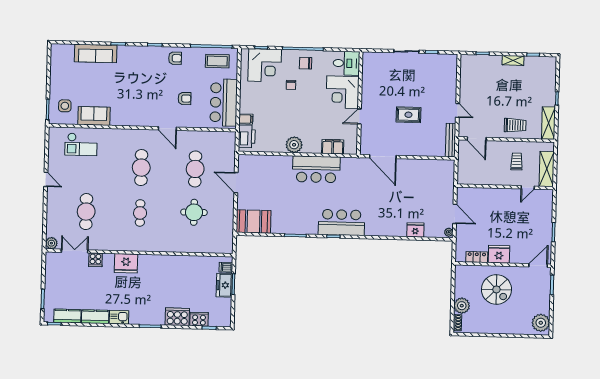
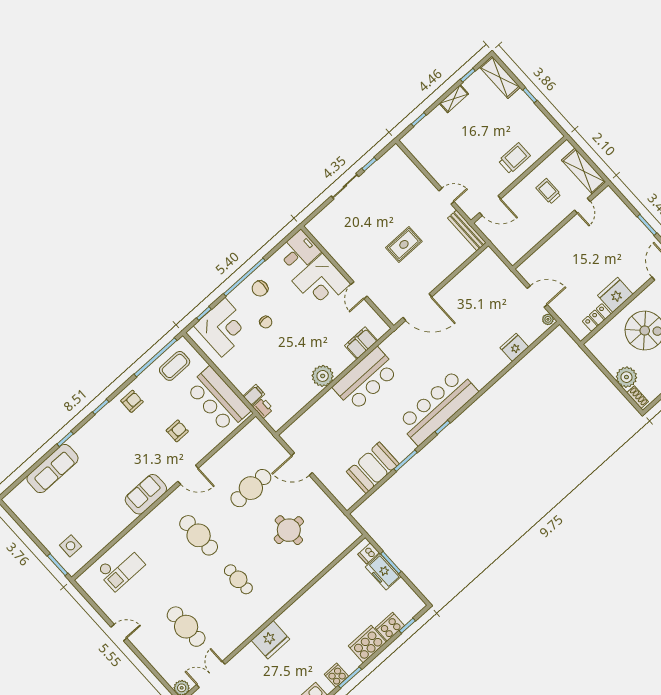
sofa: (94, 116) -> (146, 494), moved
shelving: (548, 123) -> (500, 77), moved
printer: (247, 136) -> (263, 408), width x0.53, depth x0.68
cafe table: (195, 169) -> (251, 488), turned 90
booth: (253, 221) -> (373, 468), moved
bar counter: (341, 223) -> (438, 407), width x1.36
cooker: (95, 260) -> (336, 675), moved, turned 180

